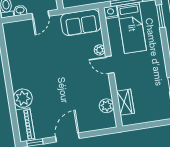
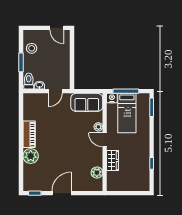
wardrobe: (125, 102) -> (113, 160), moved
piano: (25, 125) -> (29, 134), moved

